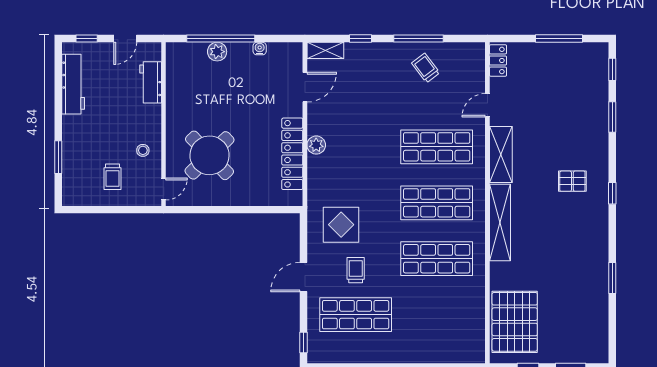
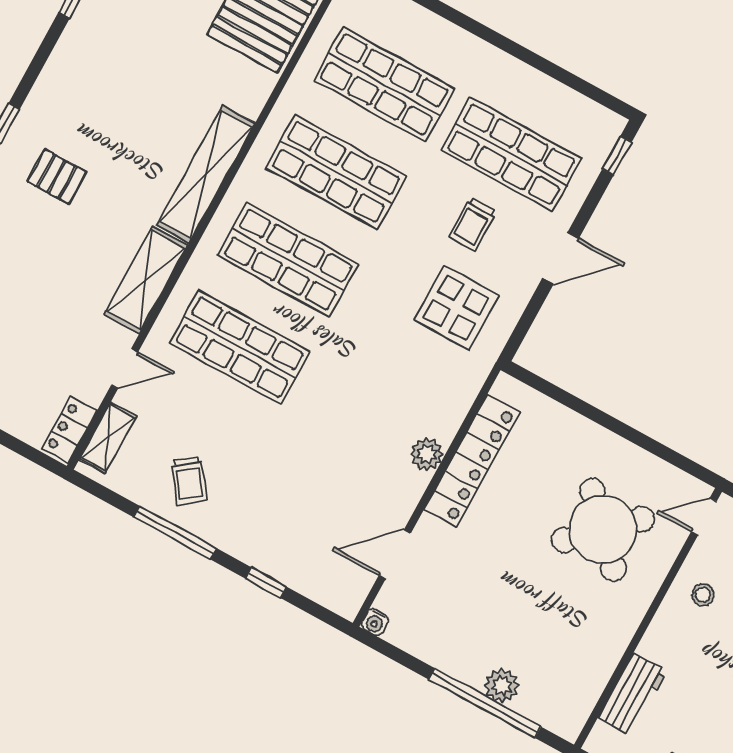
water cooler: (260, 49) -> (375, 622), moved
shelving: (325, 50) -> (108, 438), moved, turned 90
shop shelf: (437, 315) -> (384, 84), added

